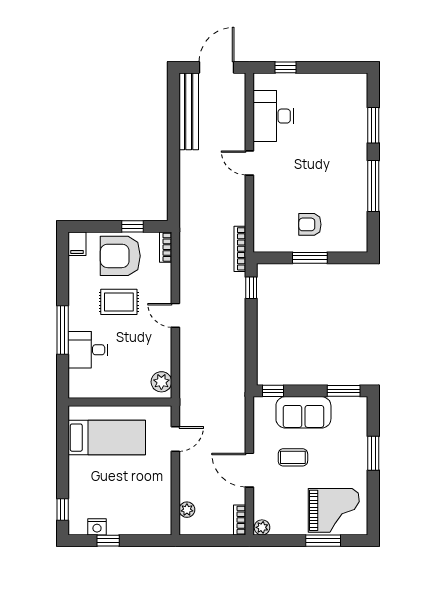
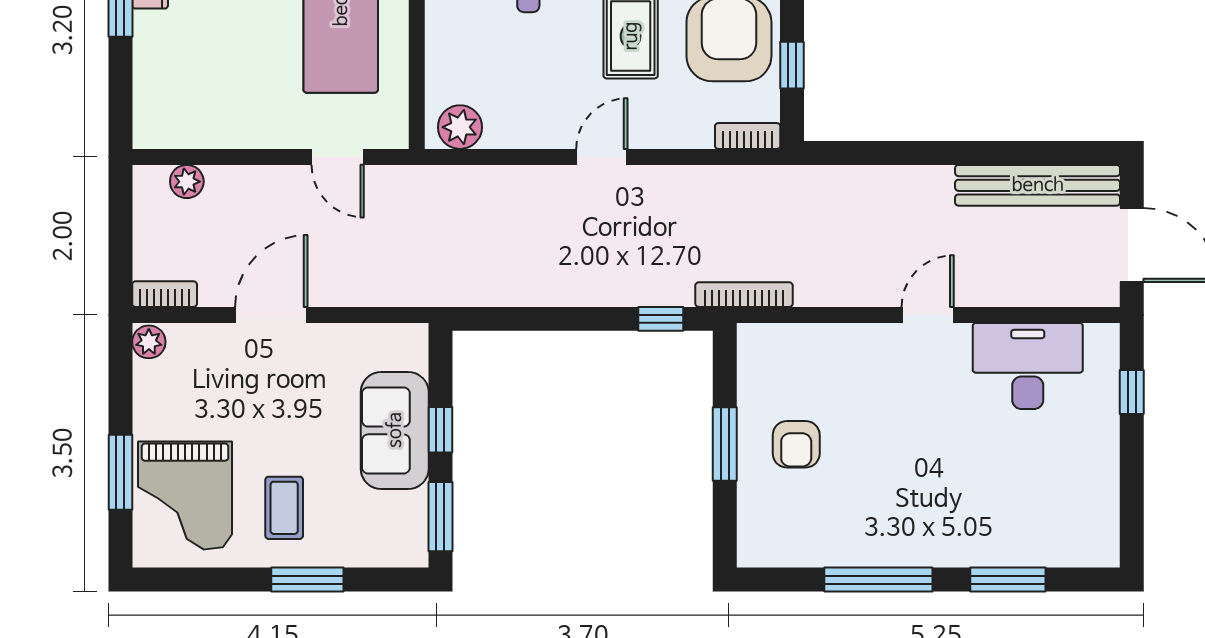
armchair: (310, 224) -> (796, 444), turned 180
window: (273, 391) -> (440, 430), moved
coffee table: (293, 457) -> (284, 508), moved

